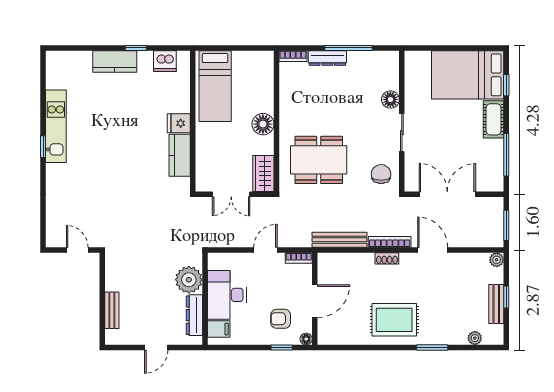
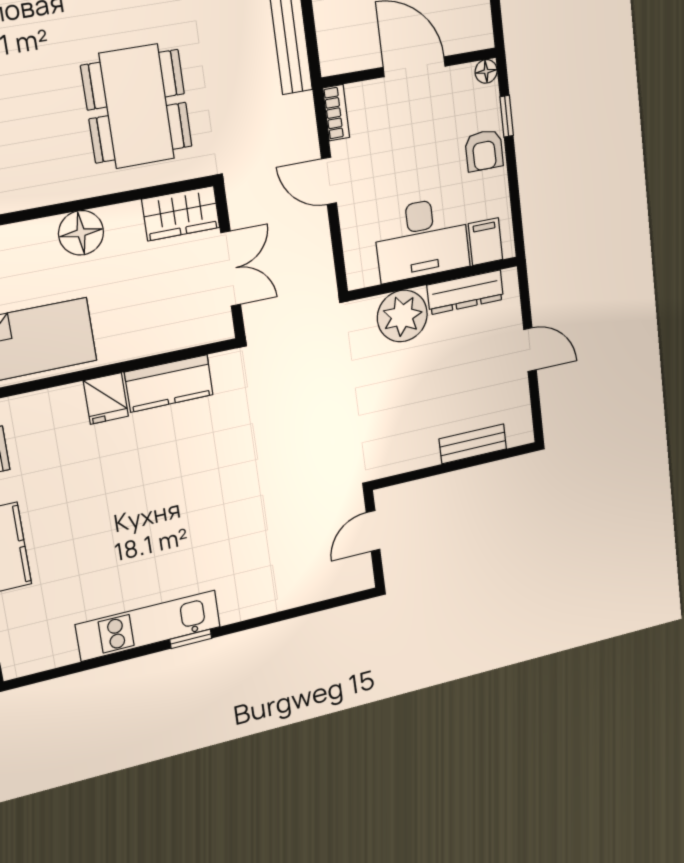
armchair: (281, 319) -> (484, 150), moved

